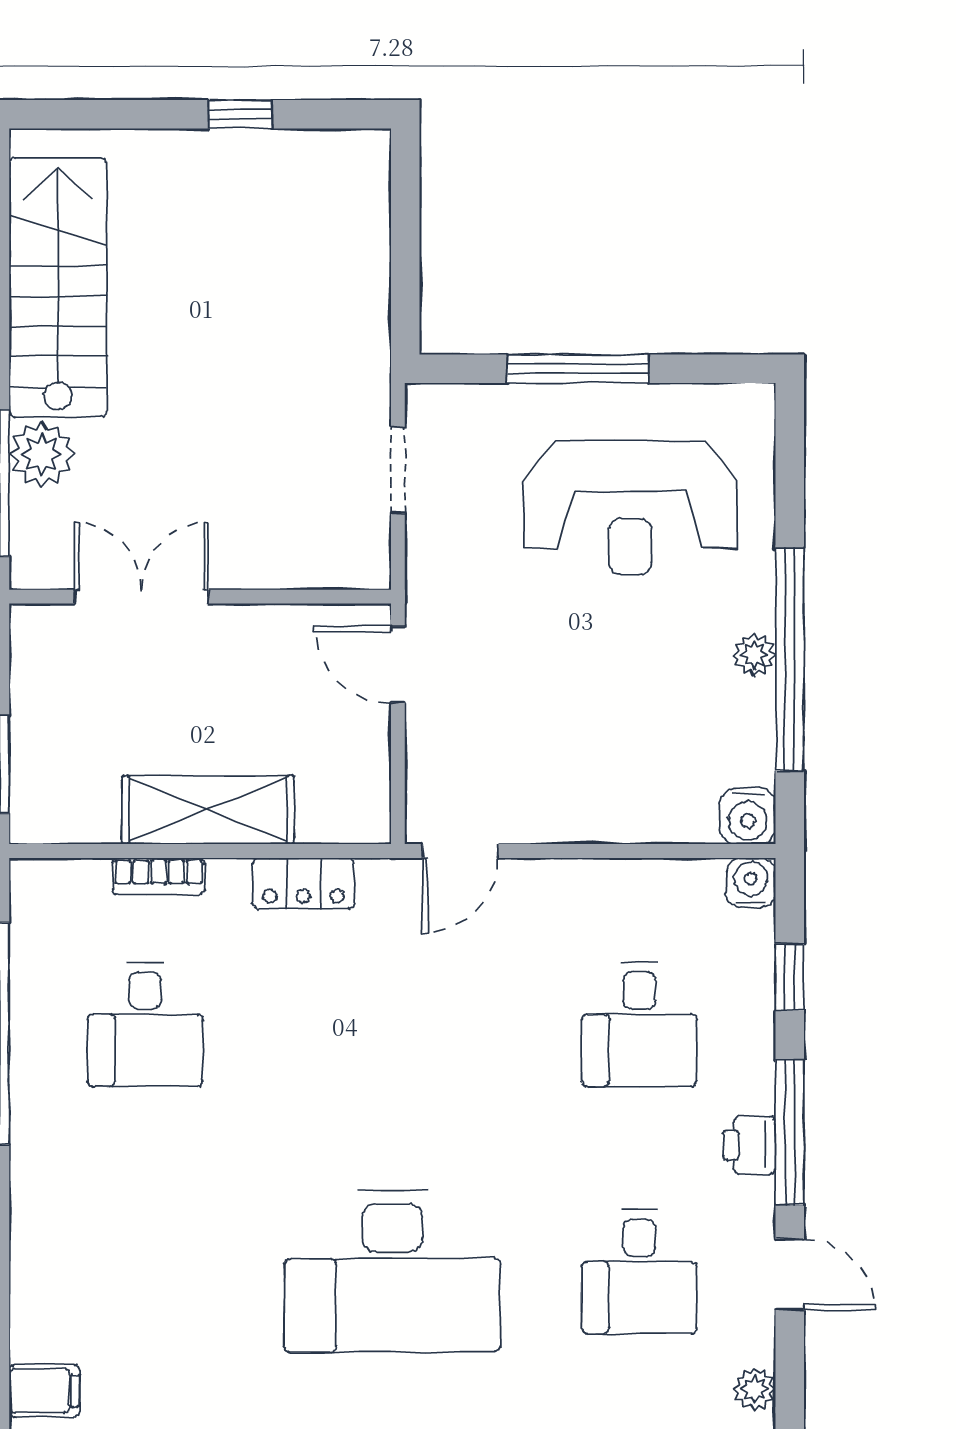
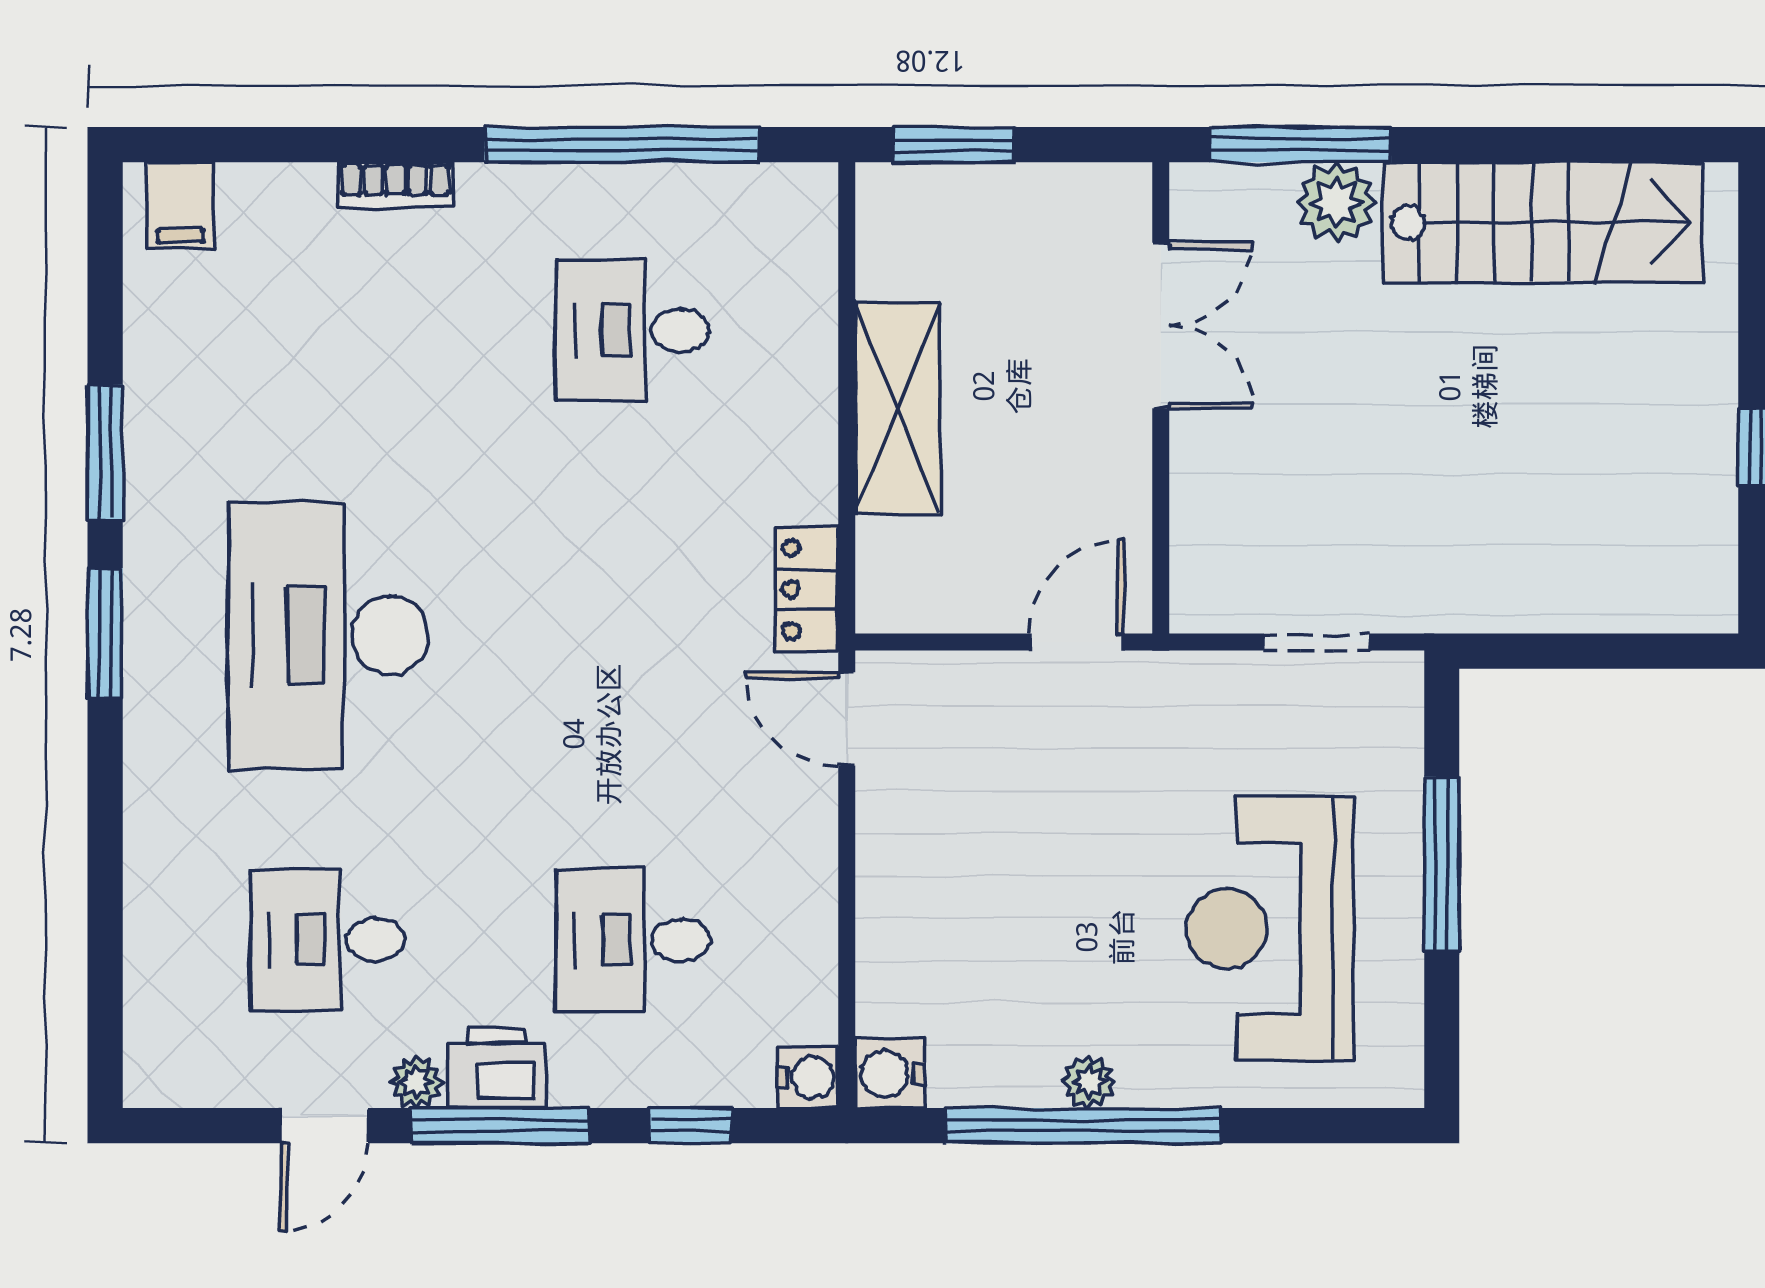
bookcase: (159, 876) -> (396, 185), moved, turned -90
locker: (304, 883) -> (807, 589), moved
printer: (749, 1145) -> (497, 1068), width x1.36, depth x1.24
plant: (754, 1389) -> (416, 1082), moved

